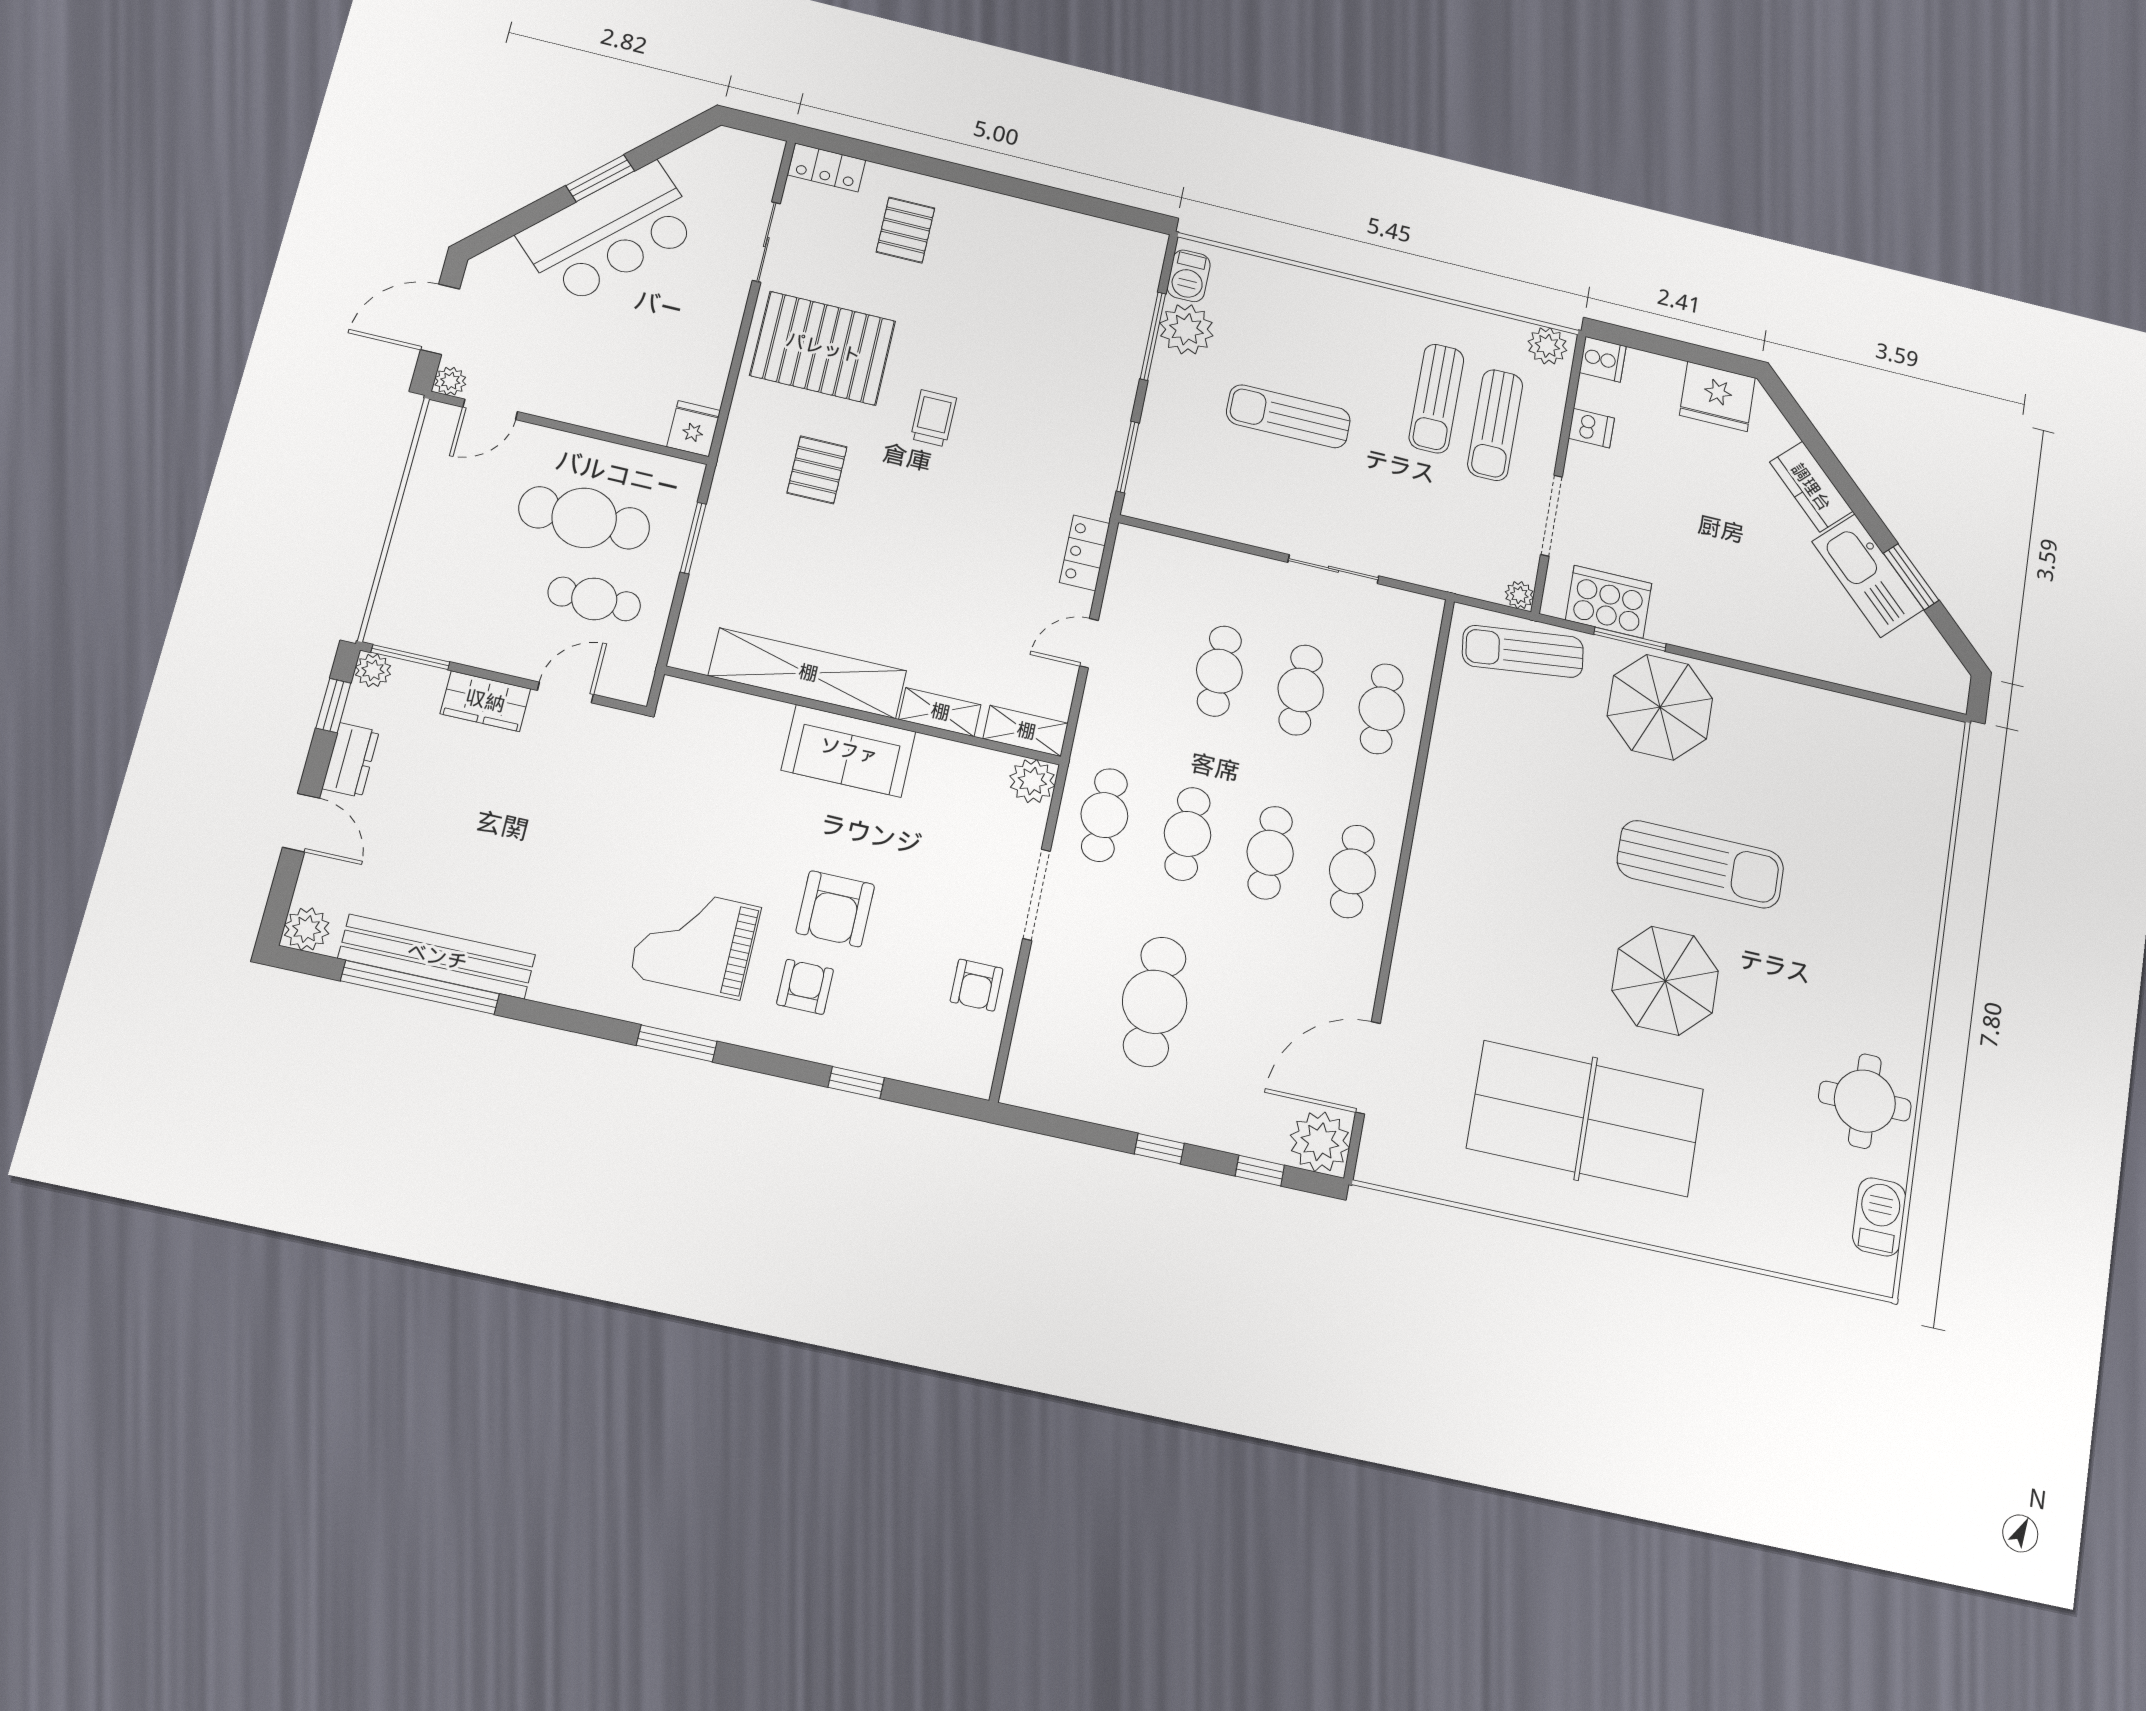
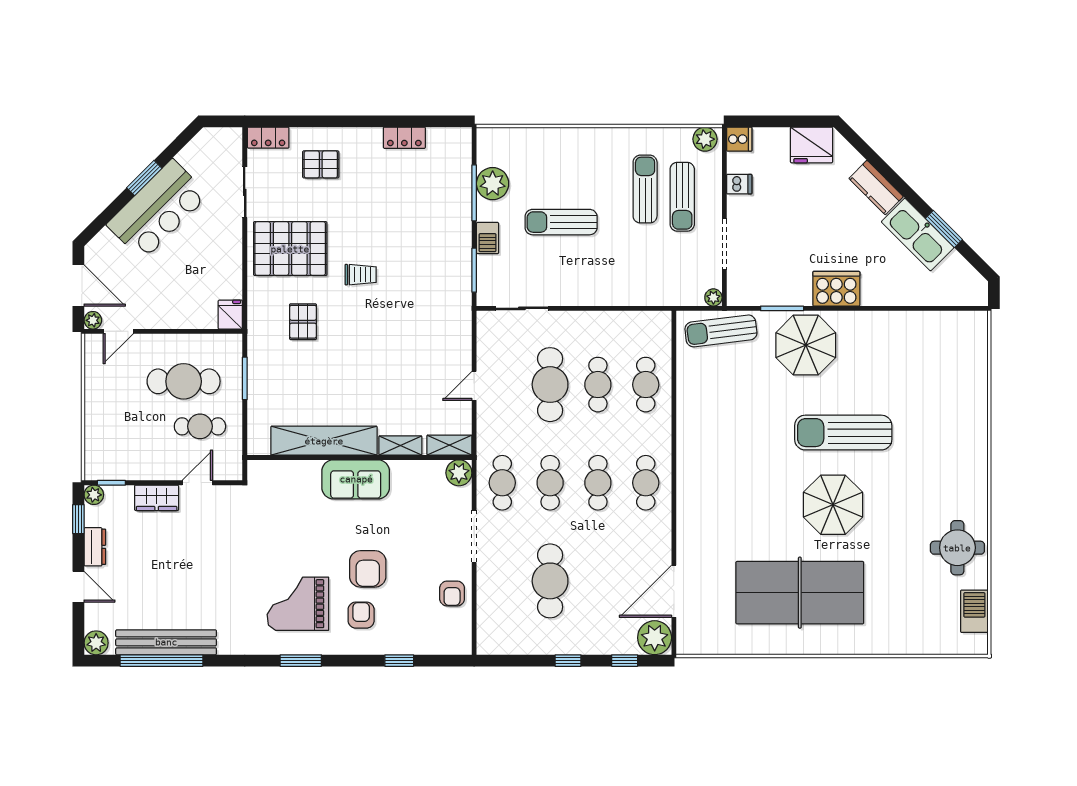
pallet: (905, 230) -> (321, 164), turned 90
barbecue: (1189, 276) -> (488, 238), moved
door: (440, 319) -> (78, 285), swing flipped
sun lounger: (1436, 398) -> (645, 189), turned 180
trolley: (933, 418) -> (361, 275), turned 90
locker: (1085, 553) -> (404, 138), moved, turned -90
sliding door: (1333, 569) -> (522, 308), moved
cooker: (1609, 602) -> (836, 289), moved
window: (410, 657) -> (111, 483), width x0.67
cafe table: (1219, 671) -> (550, 385), width x1.37, depth x1.35
sun lounger: (1701, 864) -> (843, 433), turned 180

